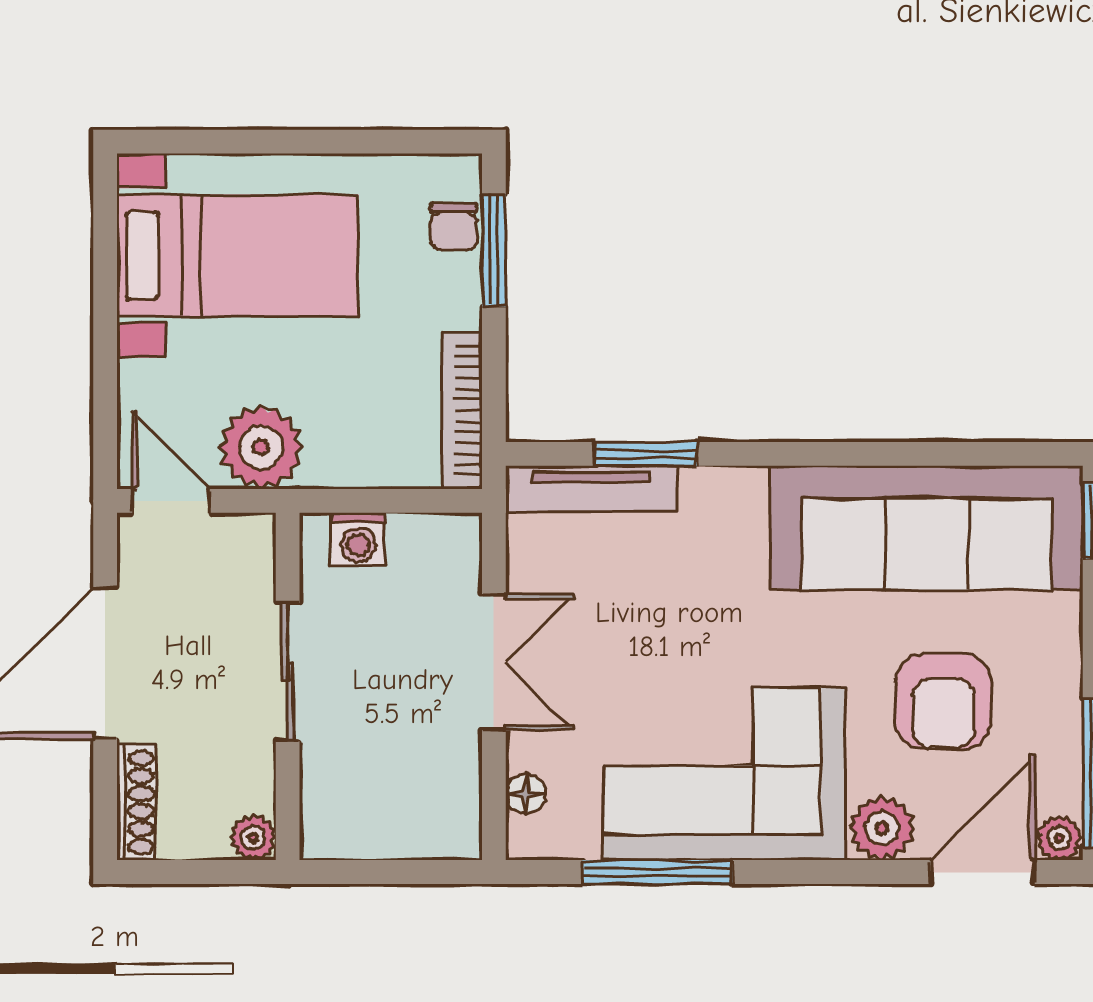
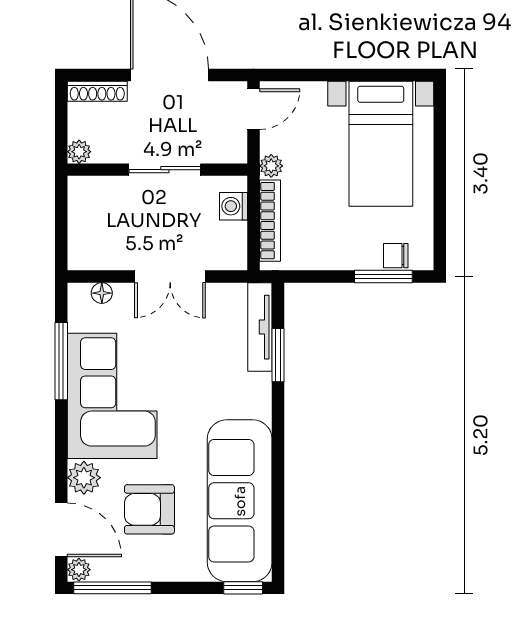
bookcase: (462, 411) -> (270, 221), moved, turned 90
plant: (261, 447) -> (271, 166), width x0.53, depth x0.53

